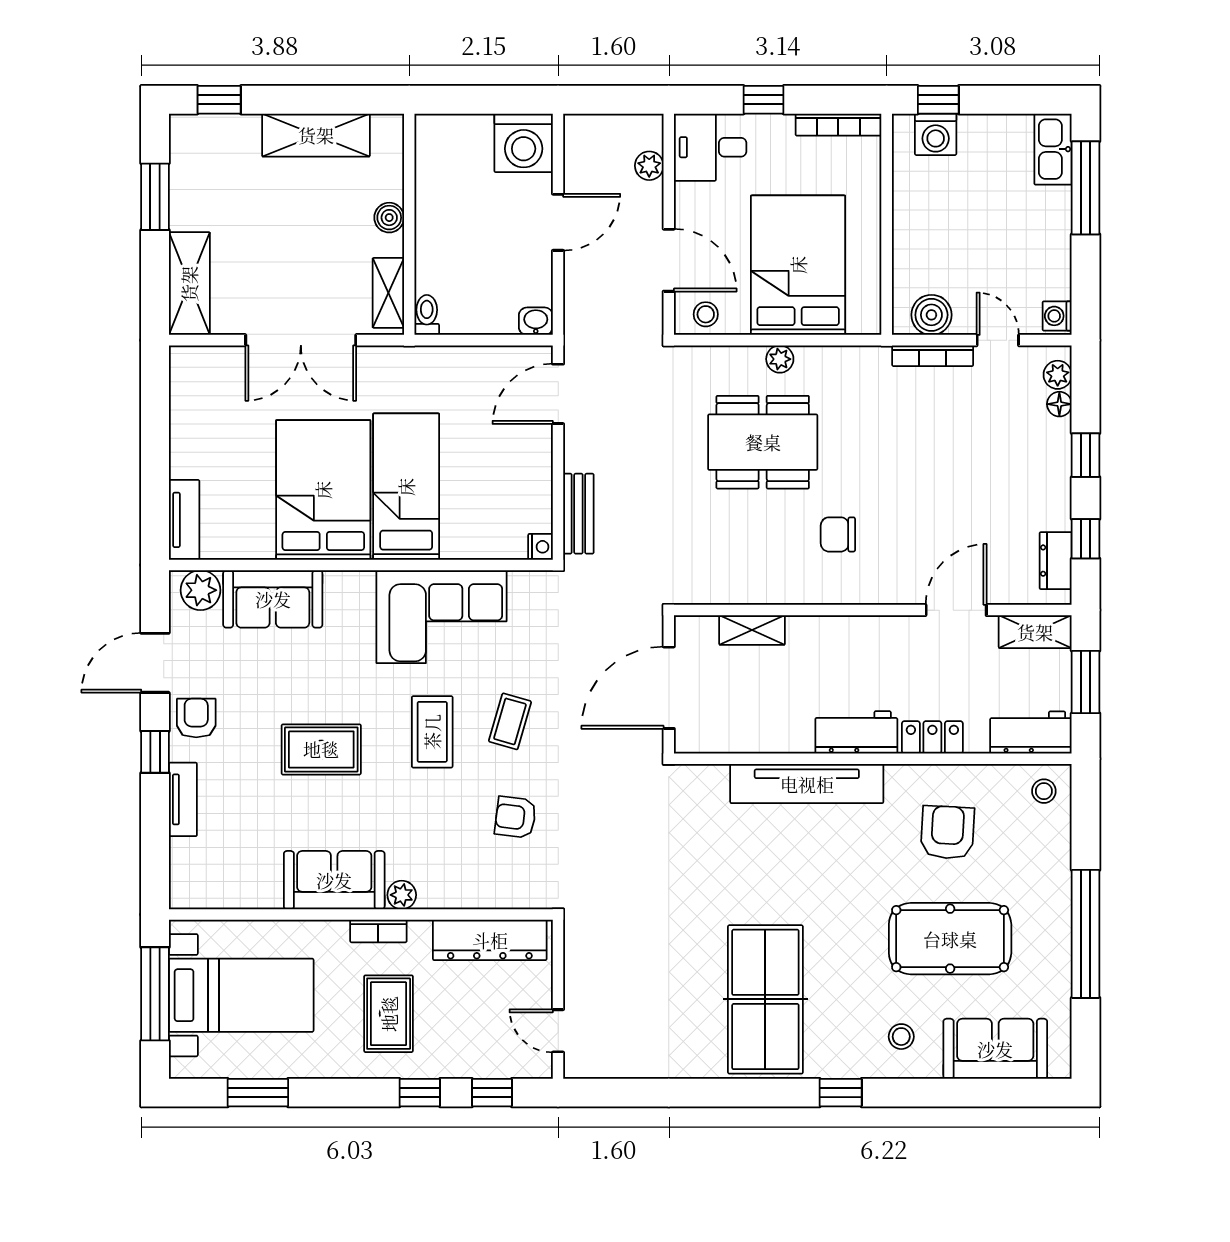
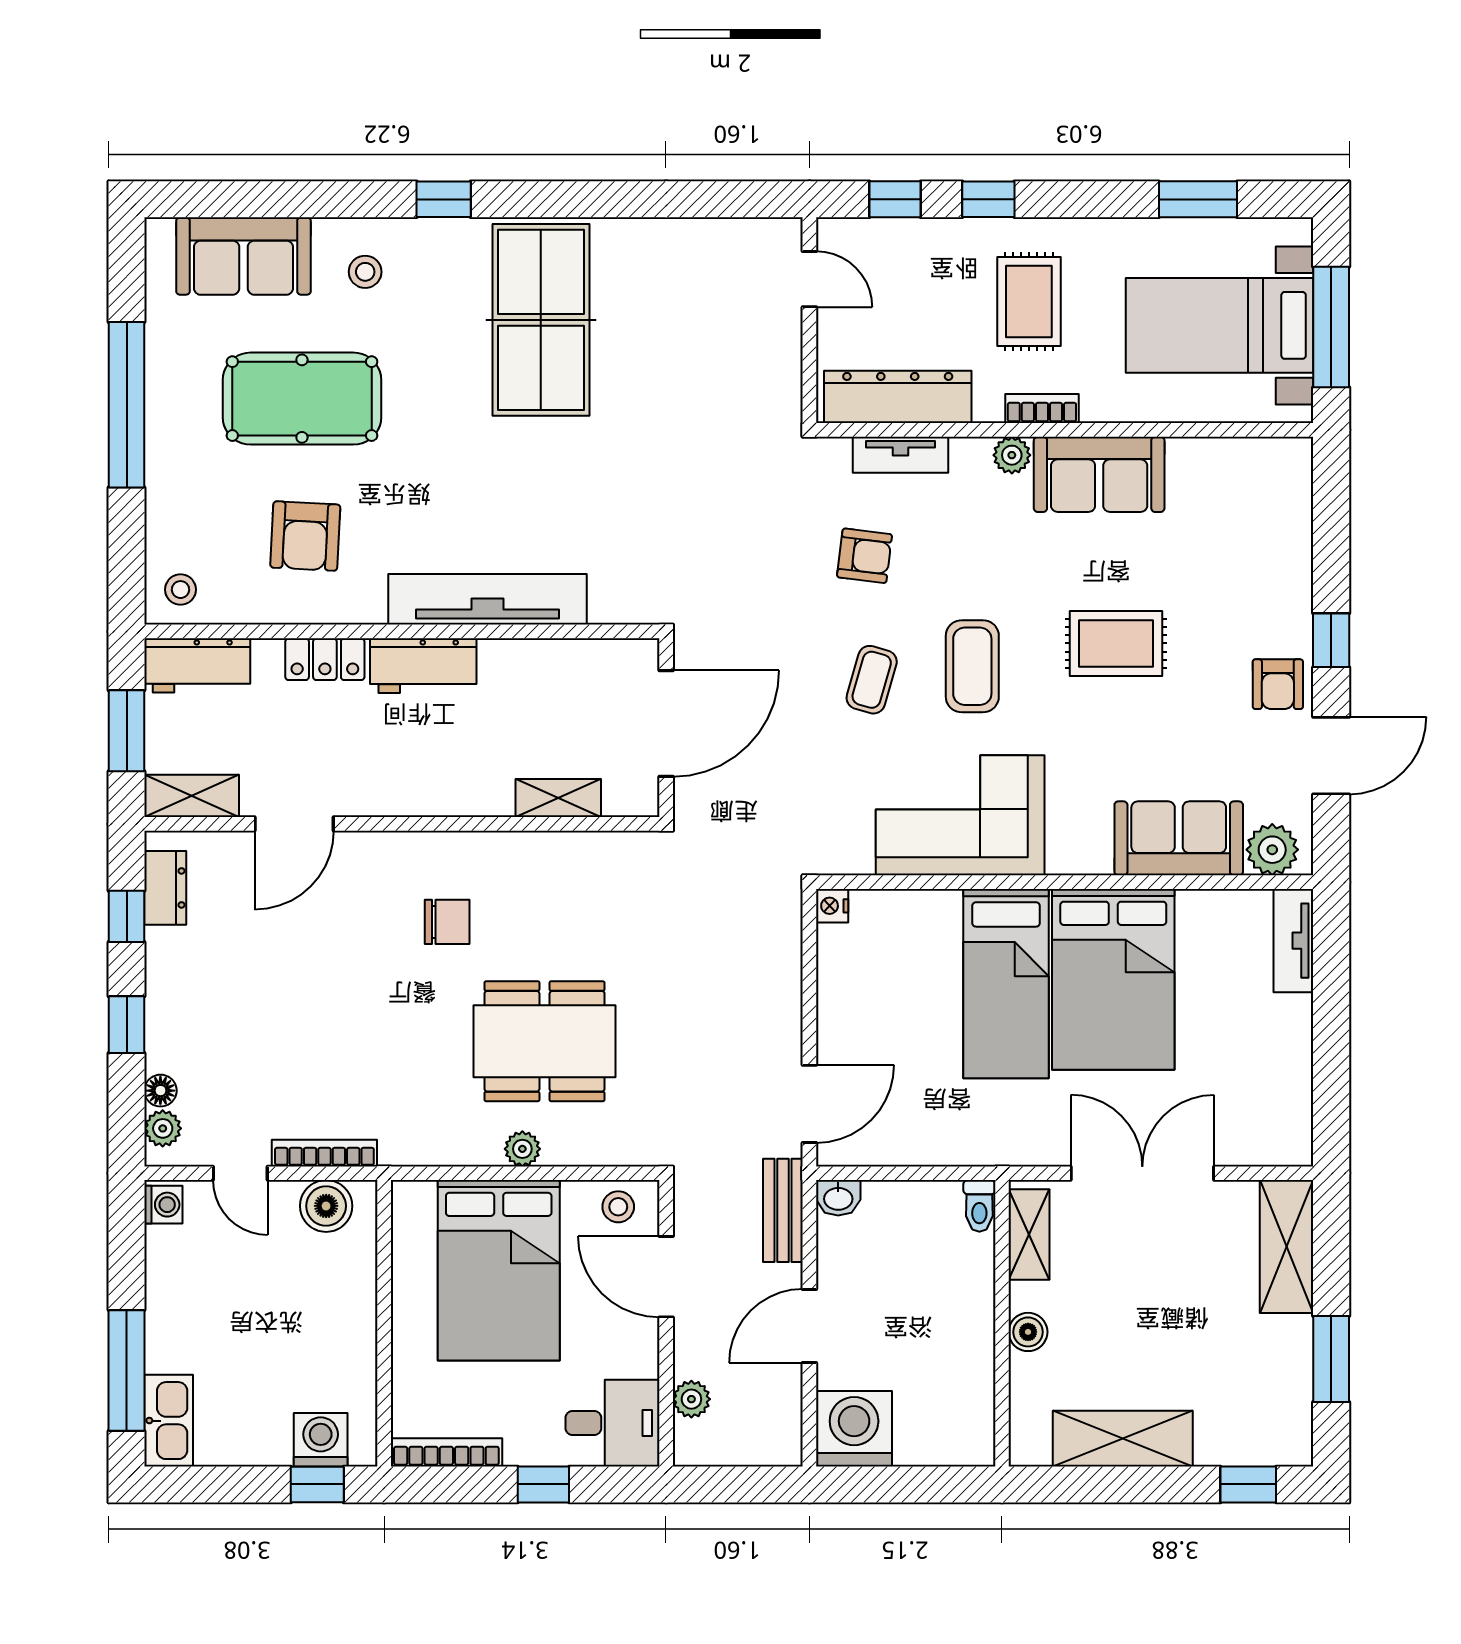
bench: (578, 514) -> (783, 1210), moved
tv unit: (183, 799) -> (900, 455), moved, turned -90

